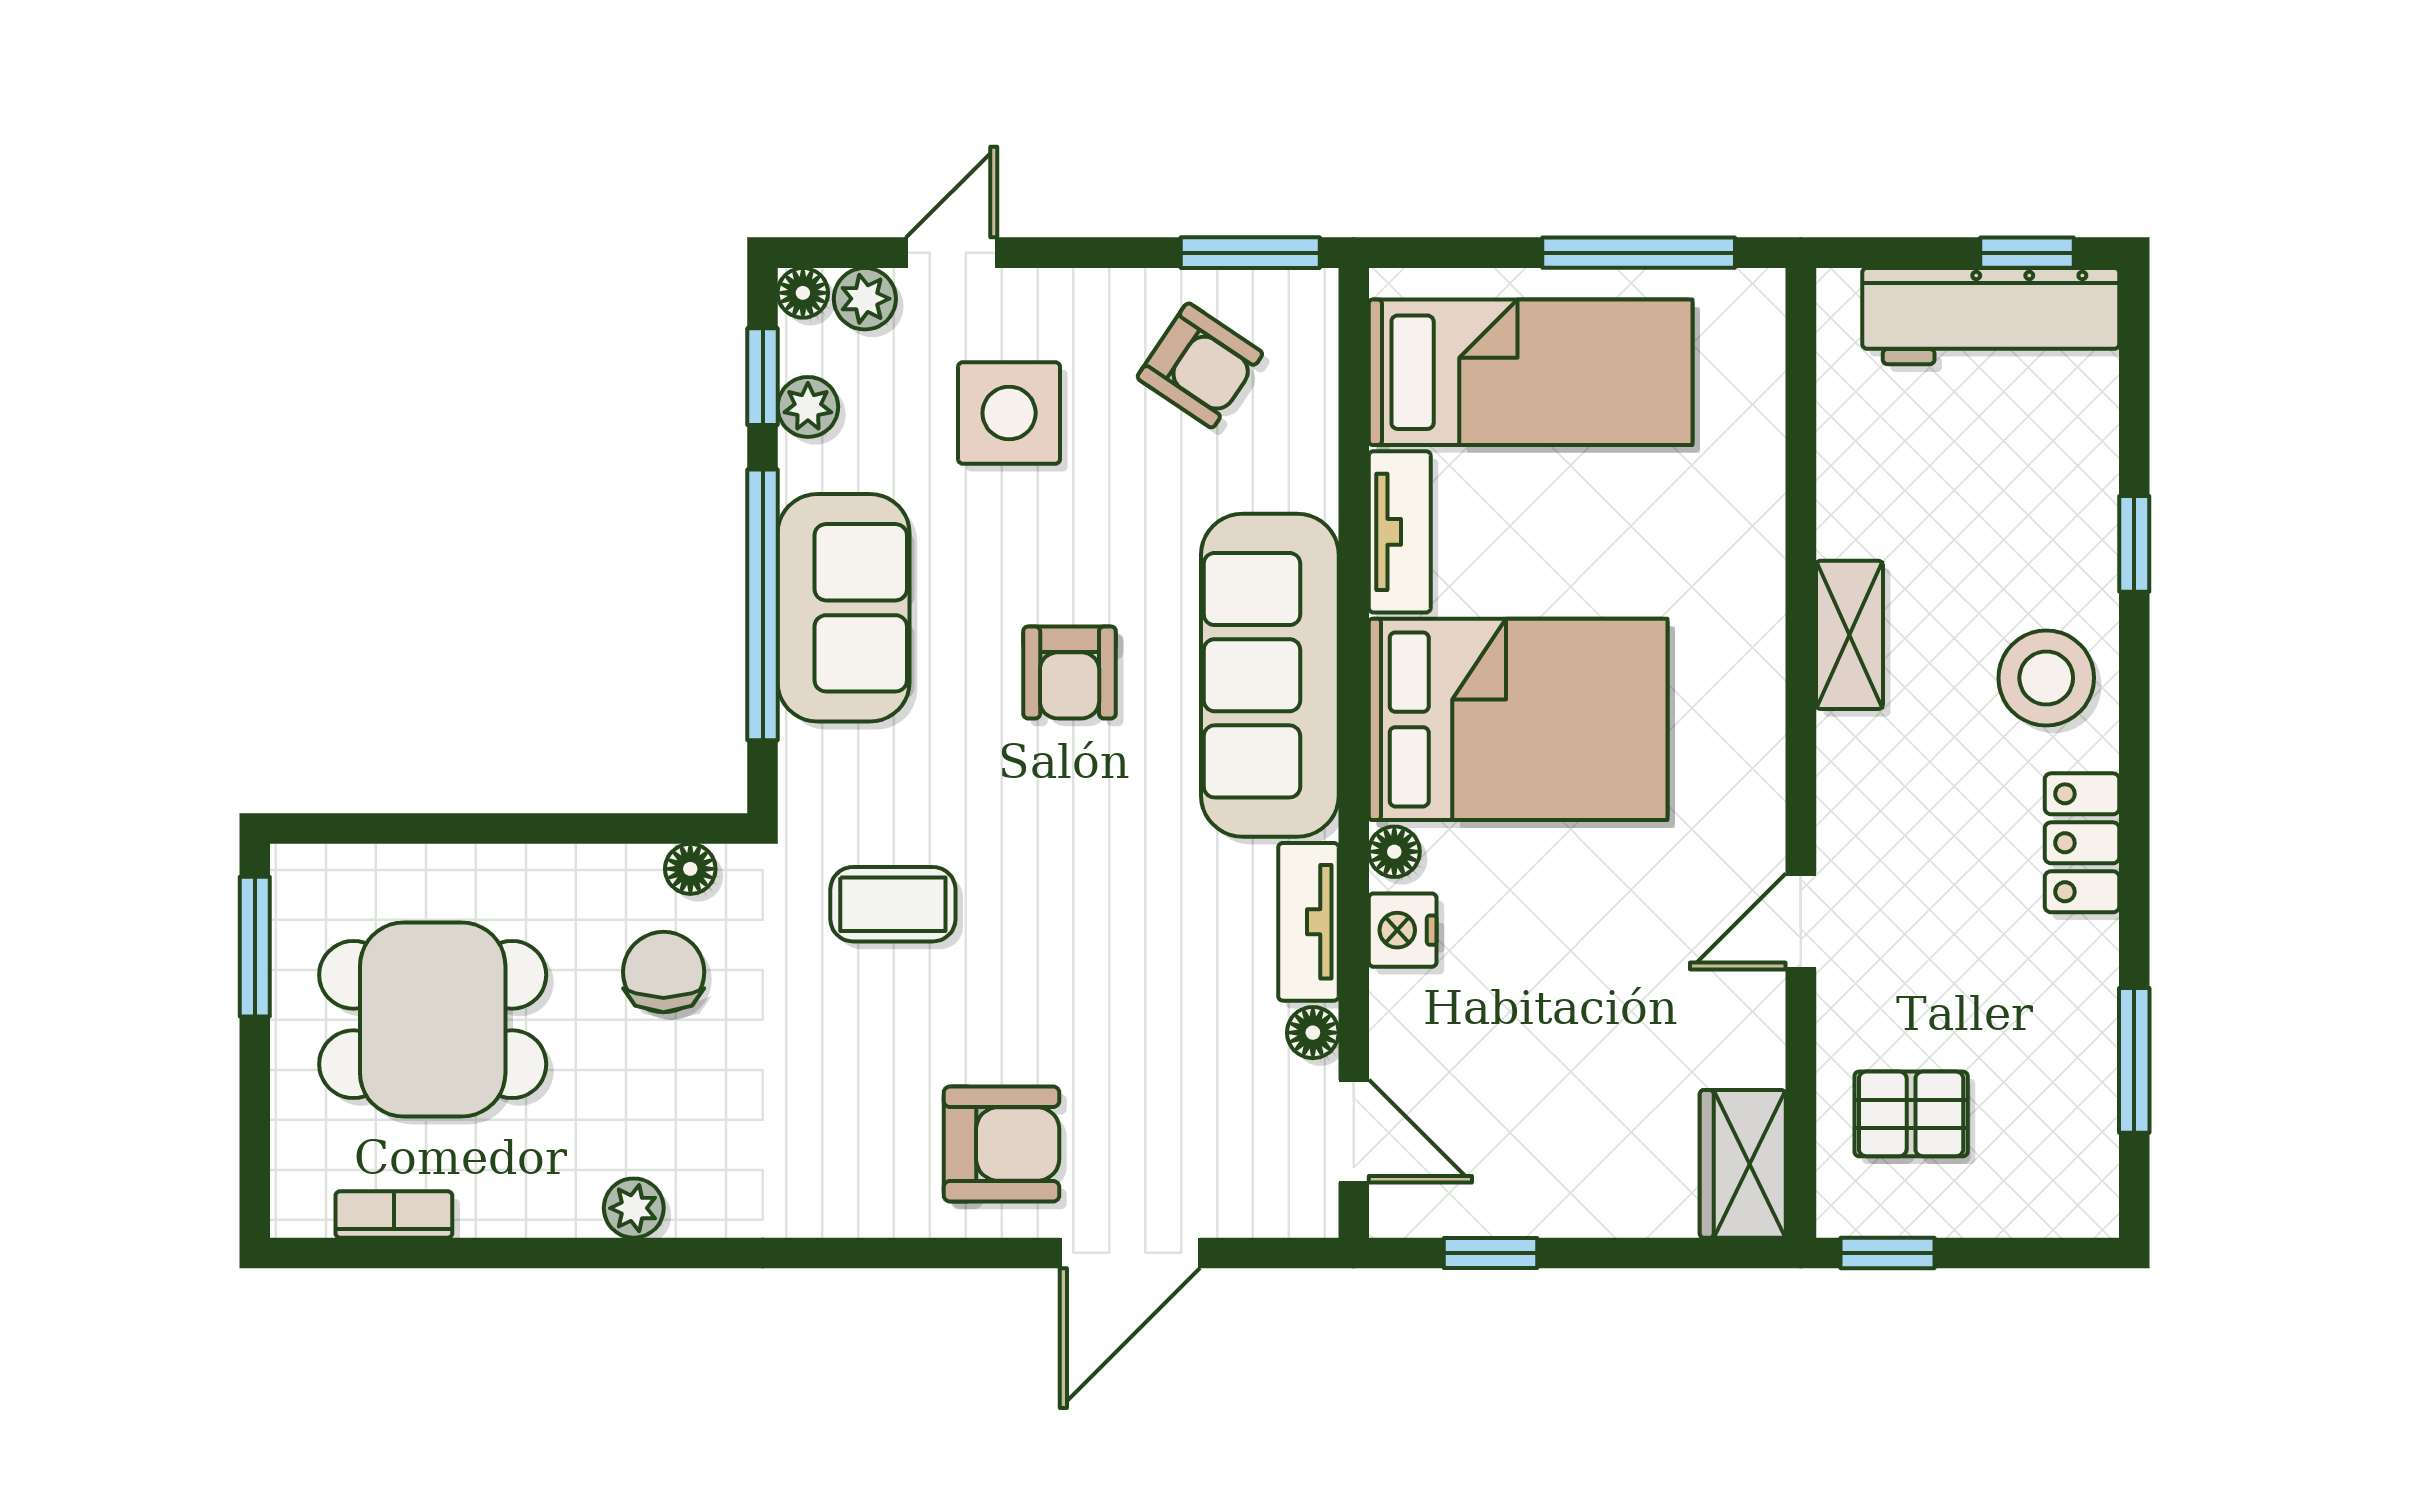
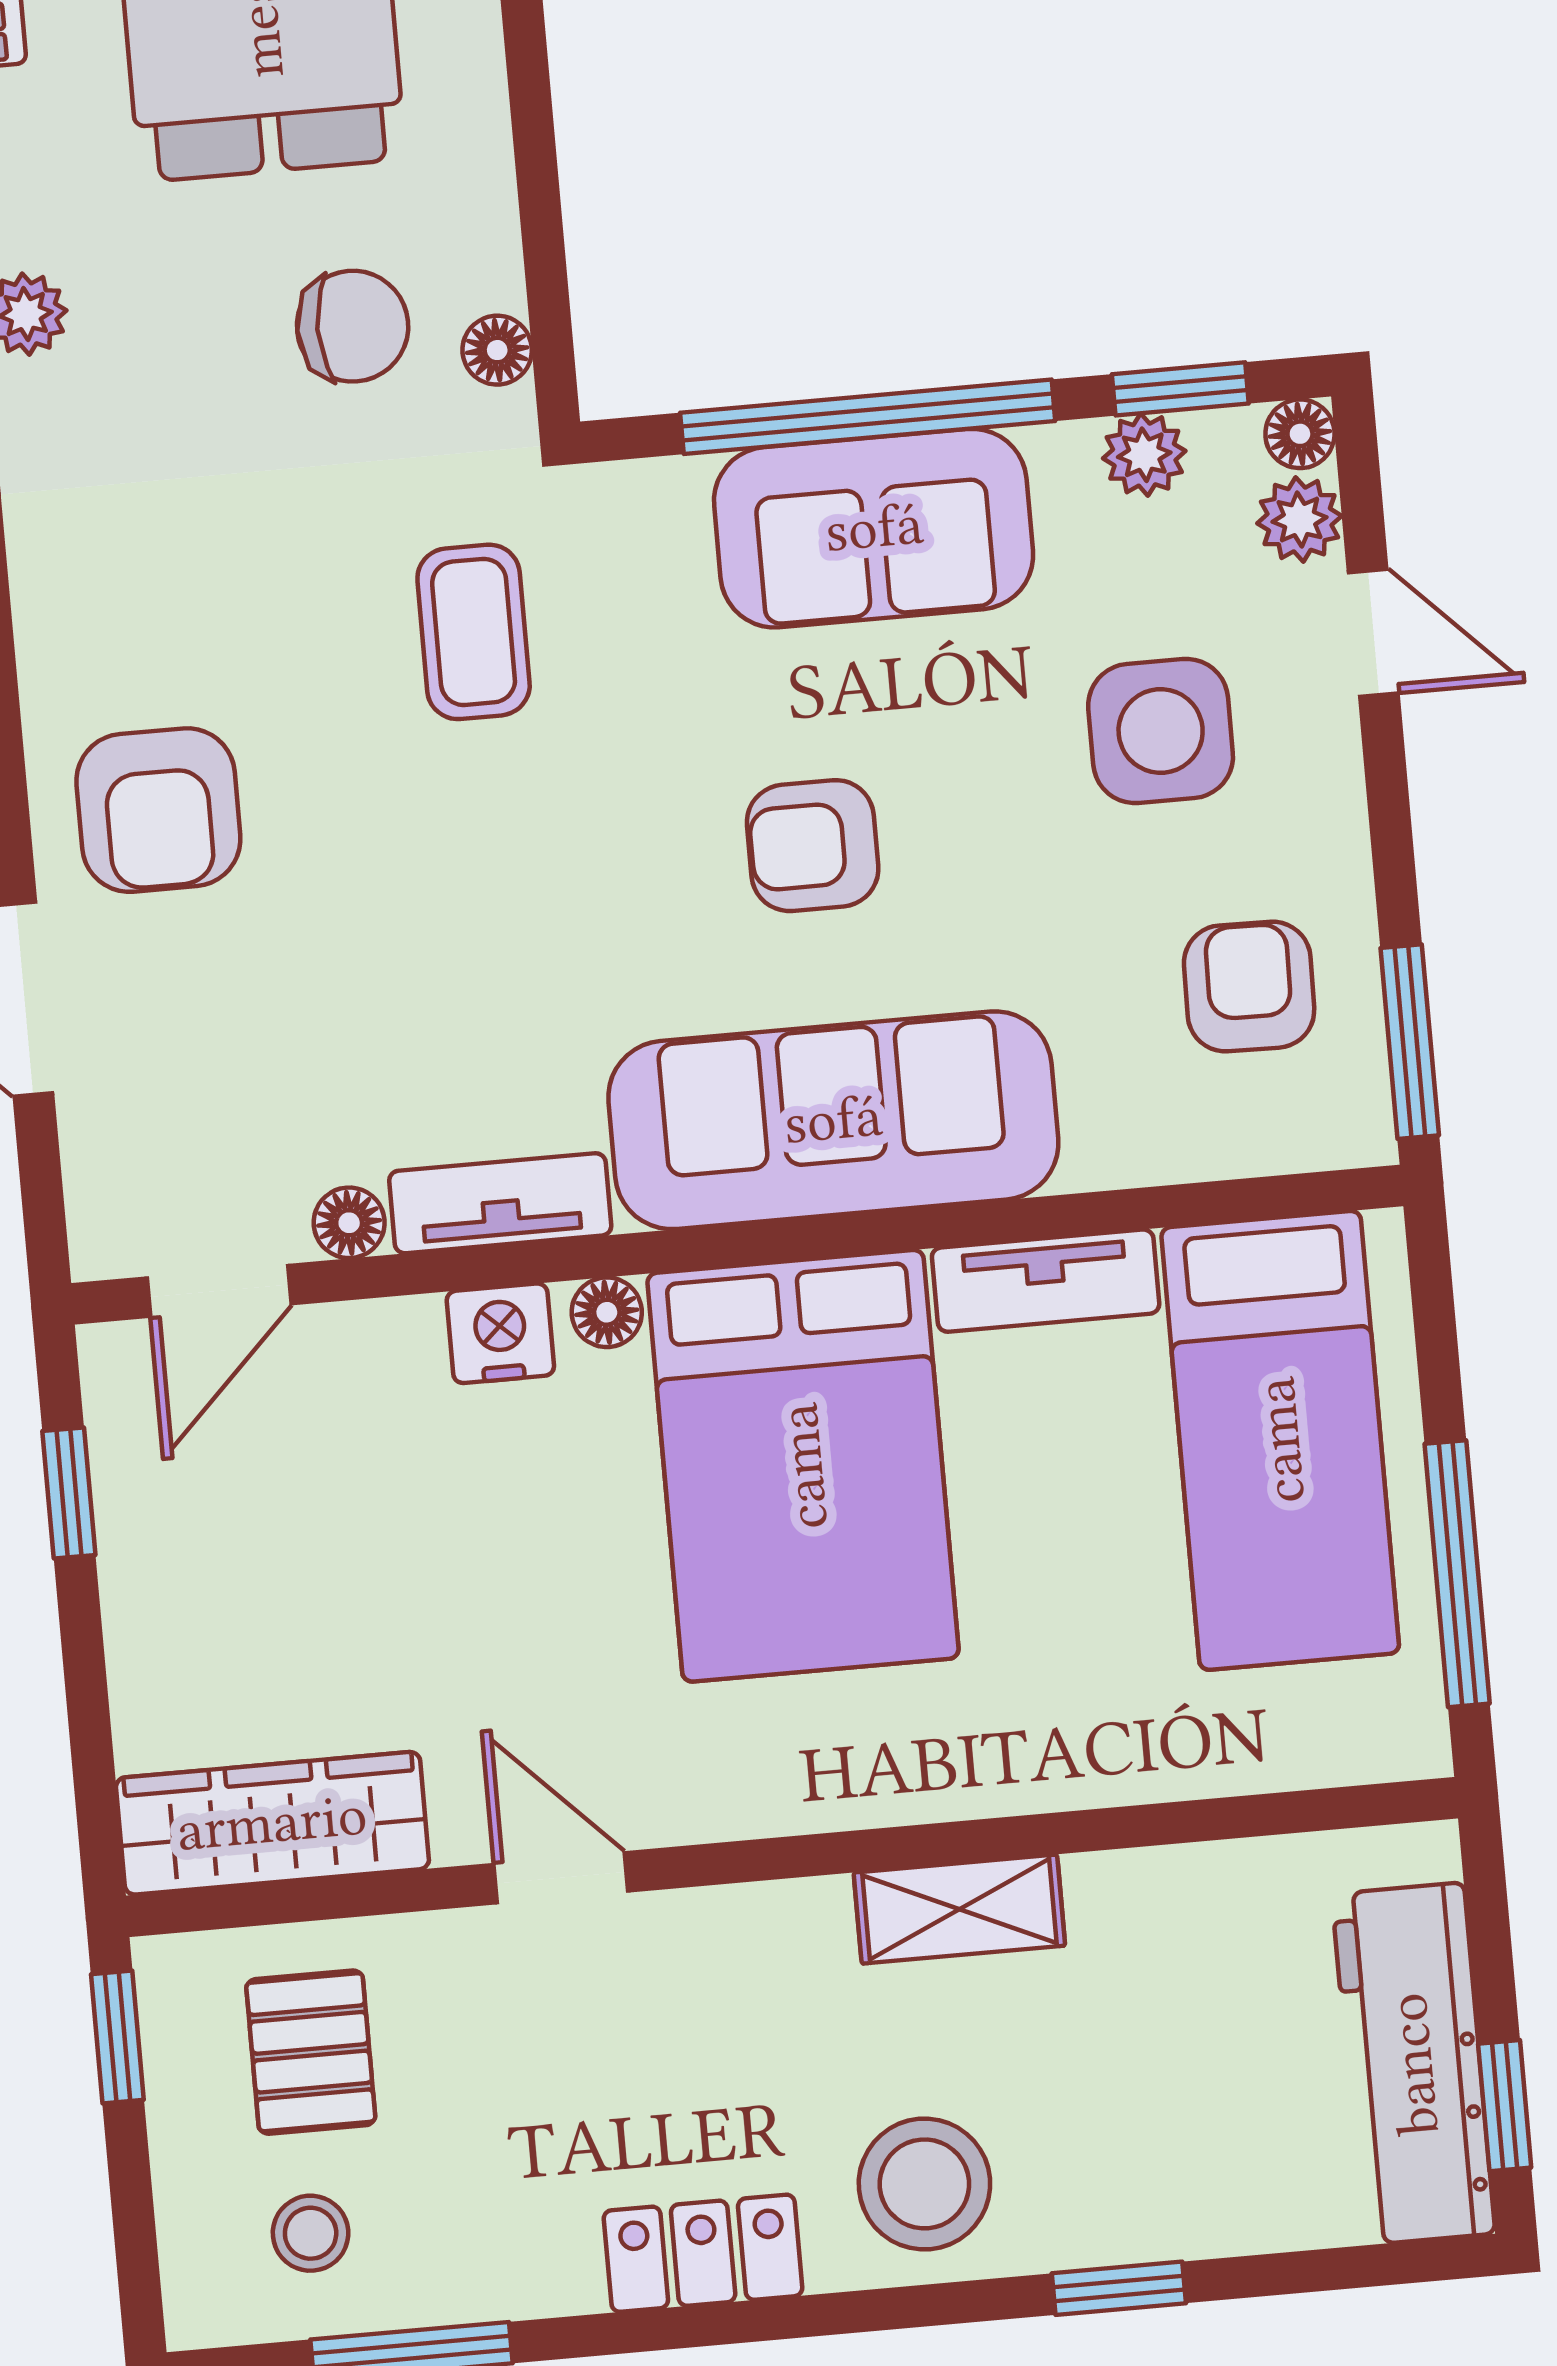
armchair: (1200, 365) -> (1249, 987), turned 147
stool: (2042, 1126) -> (311, 2233), added
wardrobe: (1743, 1164) -> (272, 1823), width x1.50

